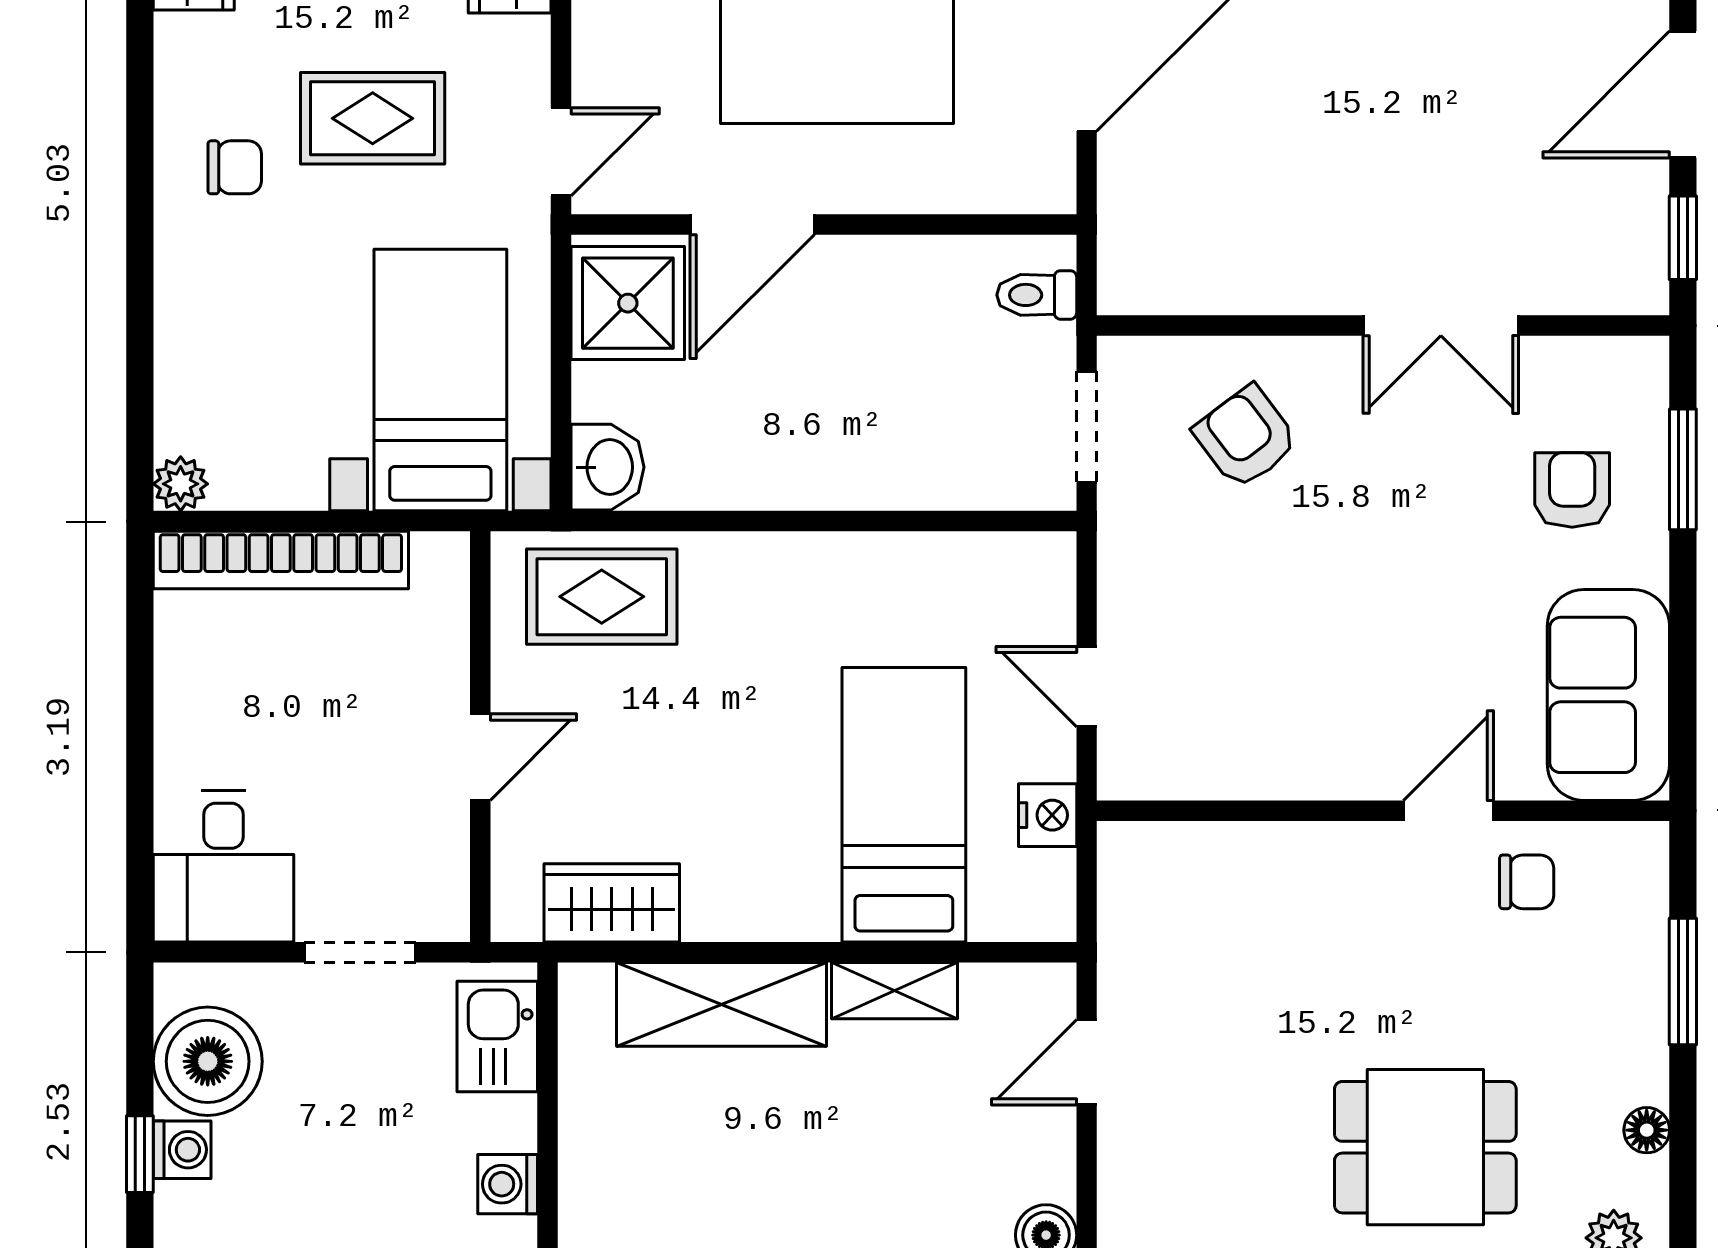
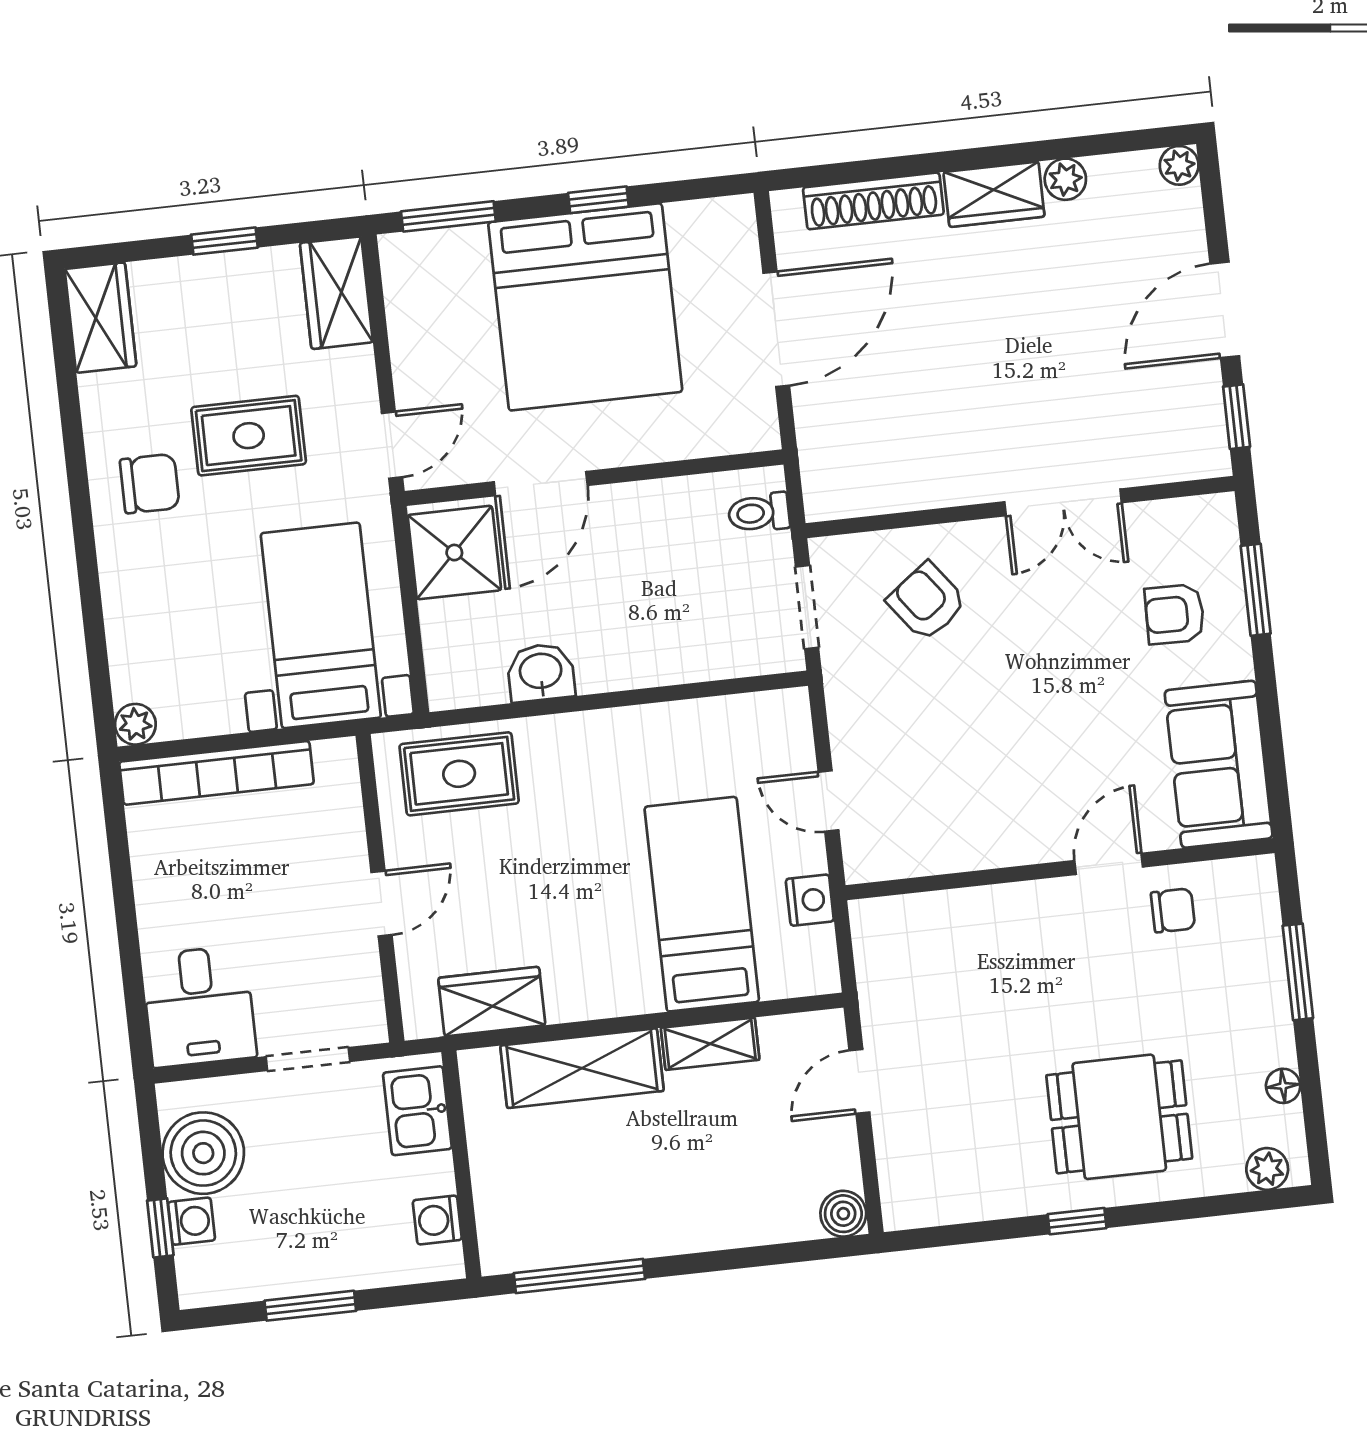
chair: (235, 167) -> (150, 484), width x1.37, depth x1.37
washbasin: (608, 467) -> (541, 672), moved, turned -90
armchair: (1572, 490) -> (1175, 614), turned -89

